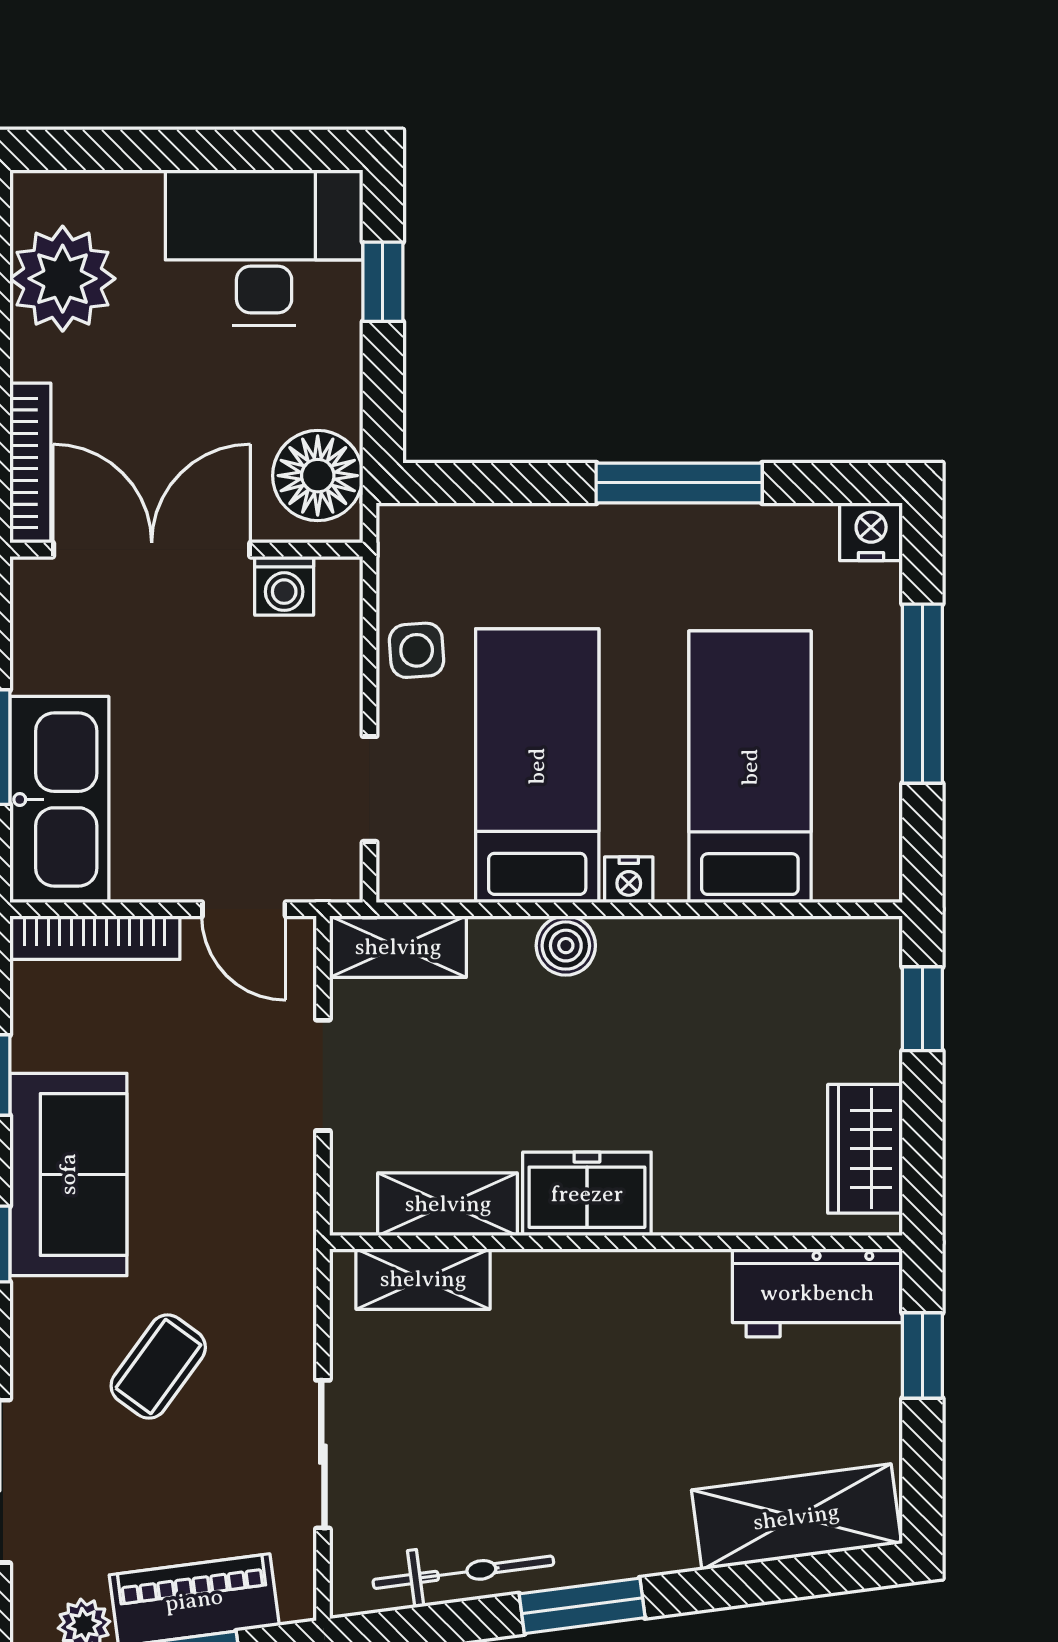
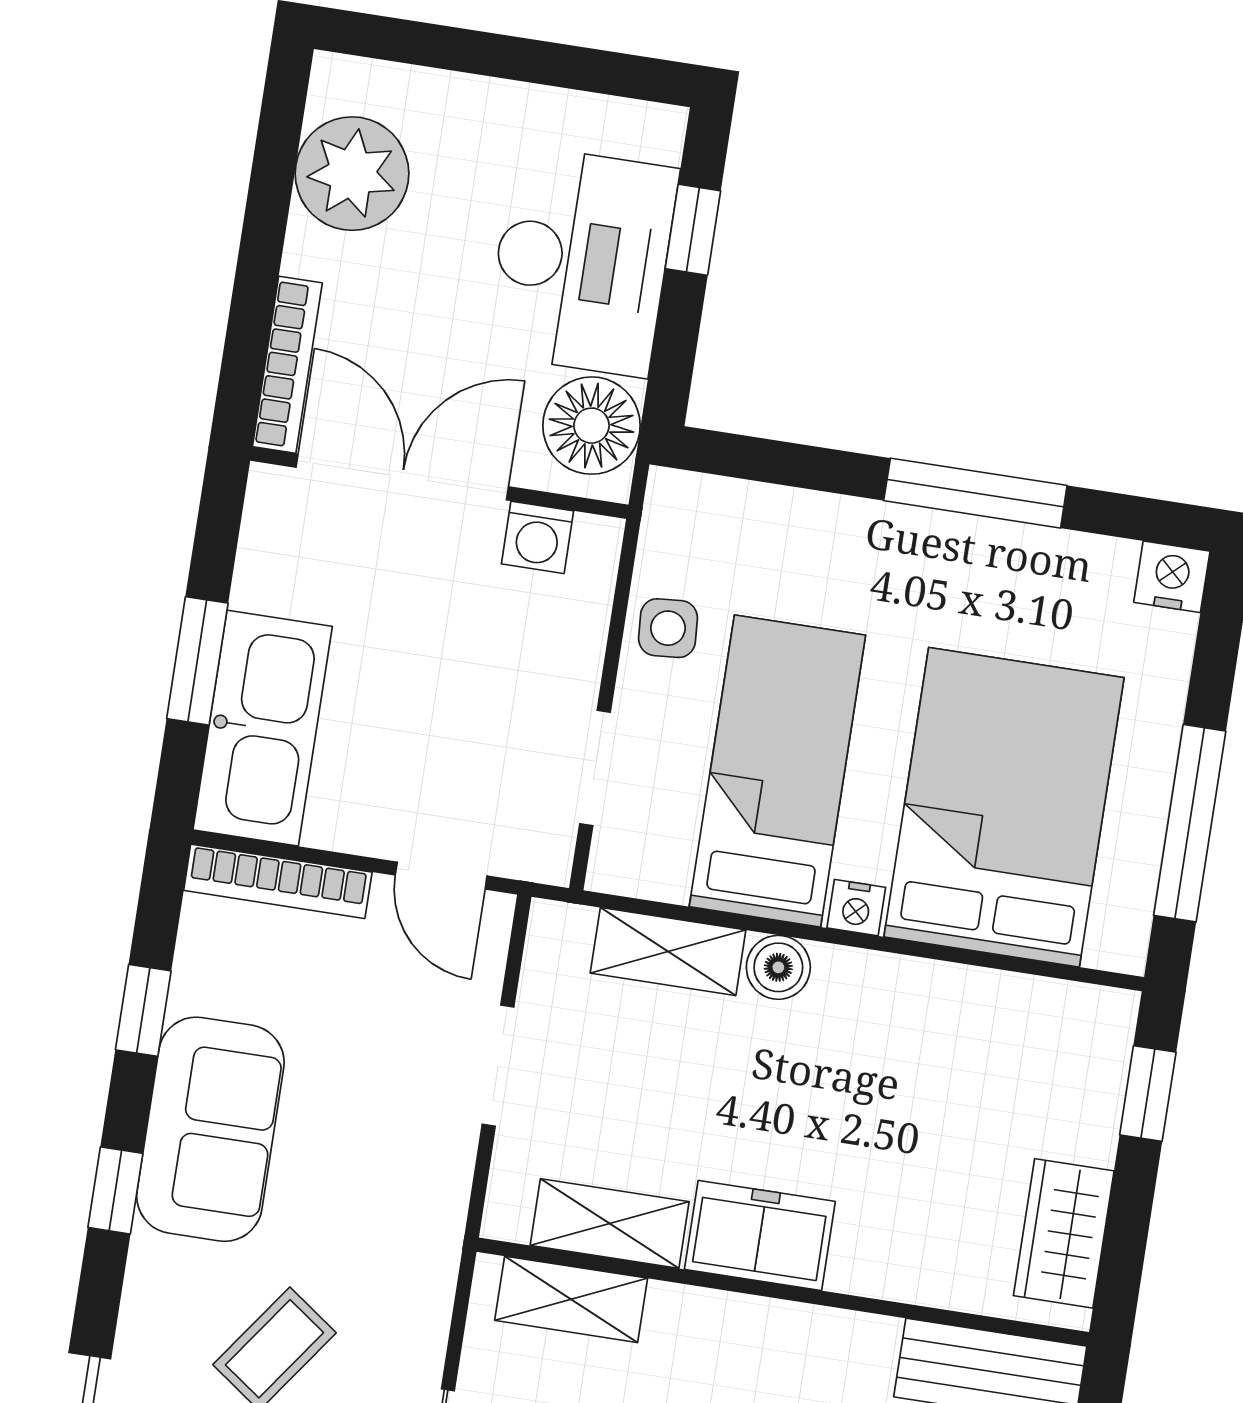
desk: (264, 248) -> (581, 261), moved, turned 90
window: (922, 694) -> (1190, 823), moved
bed: (750, 767) -> (1004, 807), width x1.50
shelving: (398, 947) -> (668, 952), moved

